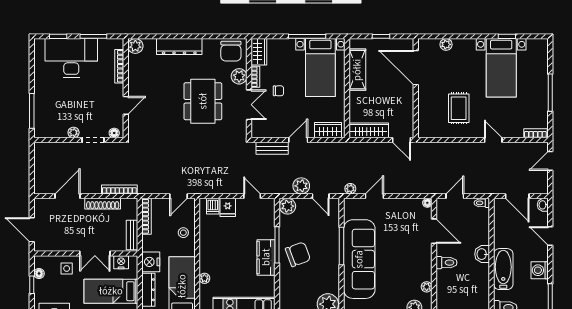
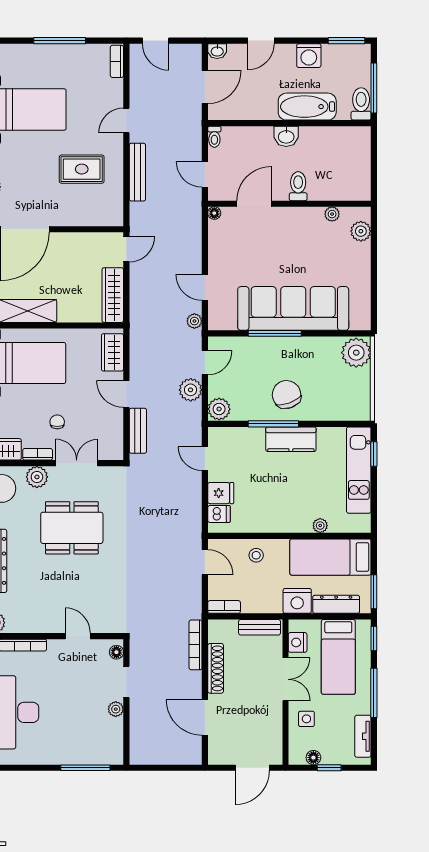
bench: (456, 148) -> (137, 172), added
door: (252, 196) -> (205, 459), hinge flipped
bookcase: (146, 216) -> (224, 607), width x0.64

